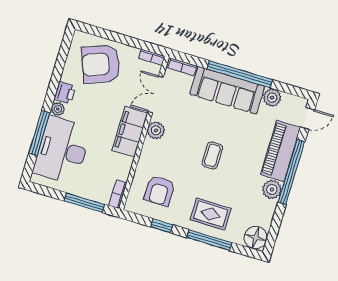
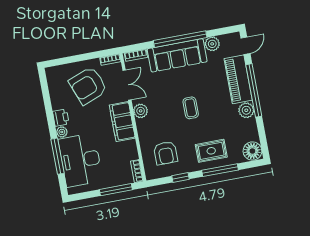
armchair: (101, 64) -> (88, 86), moved
double door: (156, 94) -> (127, 85), swing flipped

